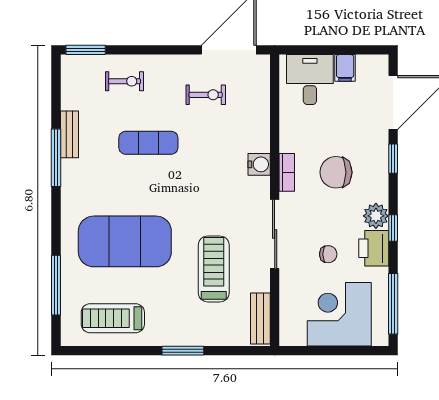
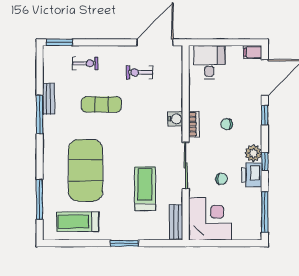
filing cabinet: (345, 68) -> (253, 52), moved, turned 90
exercise bike: (206, 95) -> (140, 72), turned 180
chair: (336, 172) -> (227, 124), width x0.54, depth x0.54
exercise mat: (125, 241) -> (86, 170), turned 90
corner desk: (339, 314) -> (210, 219), moved, turned 90

